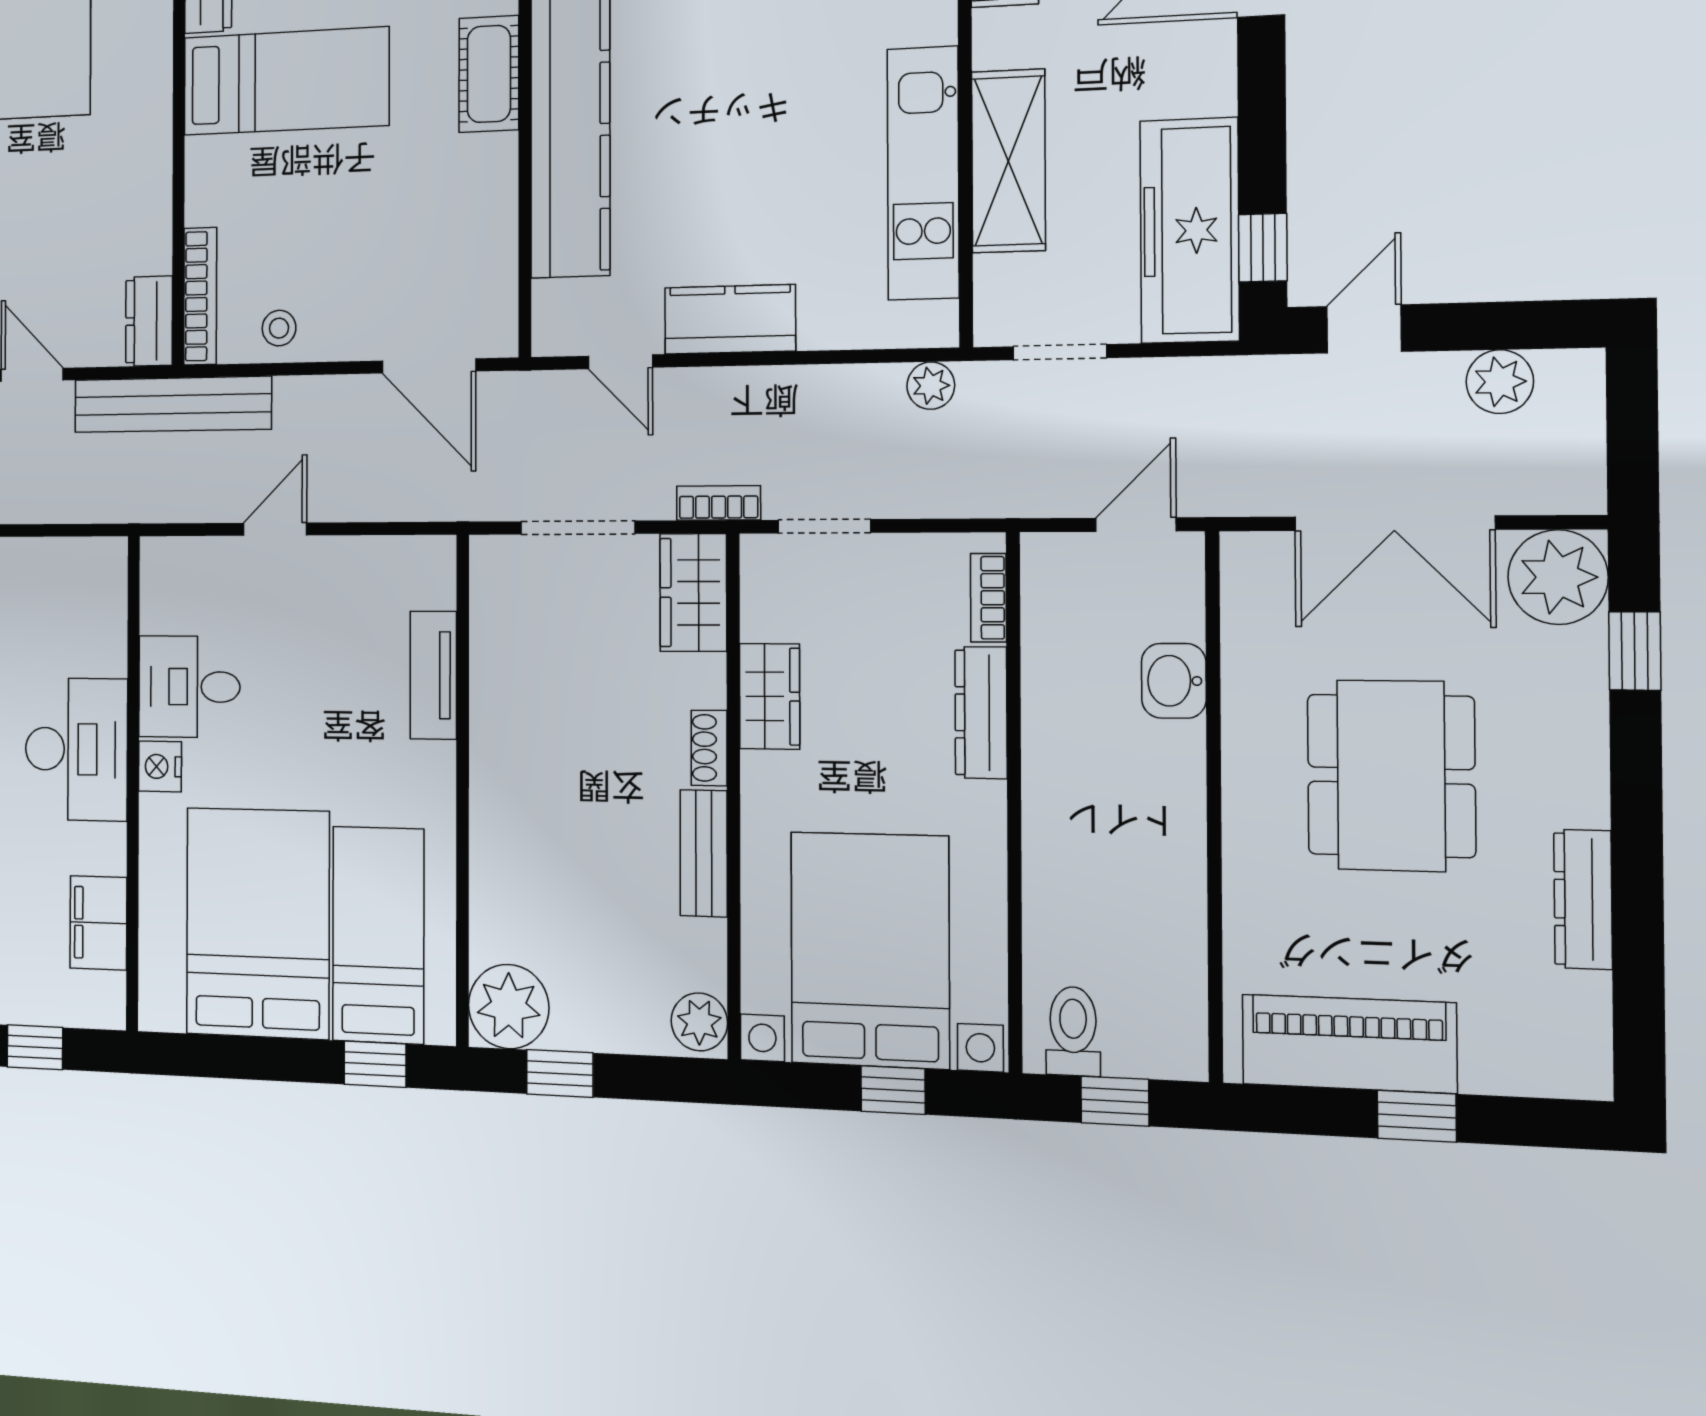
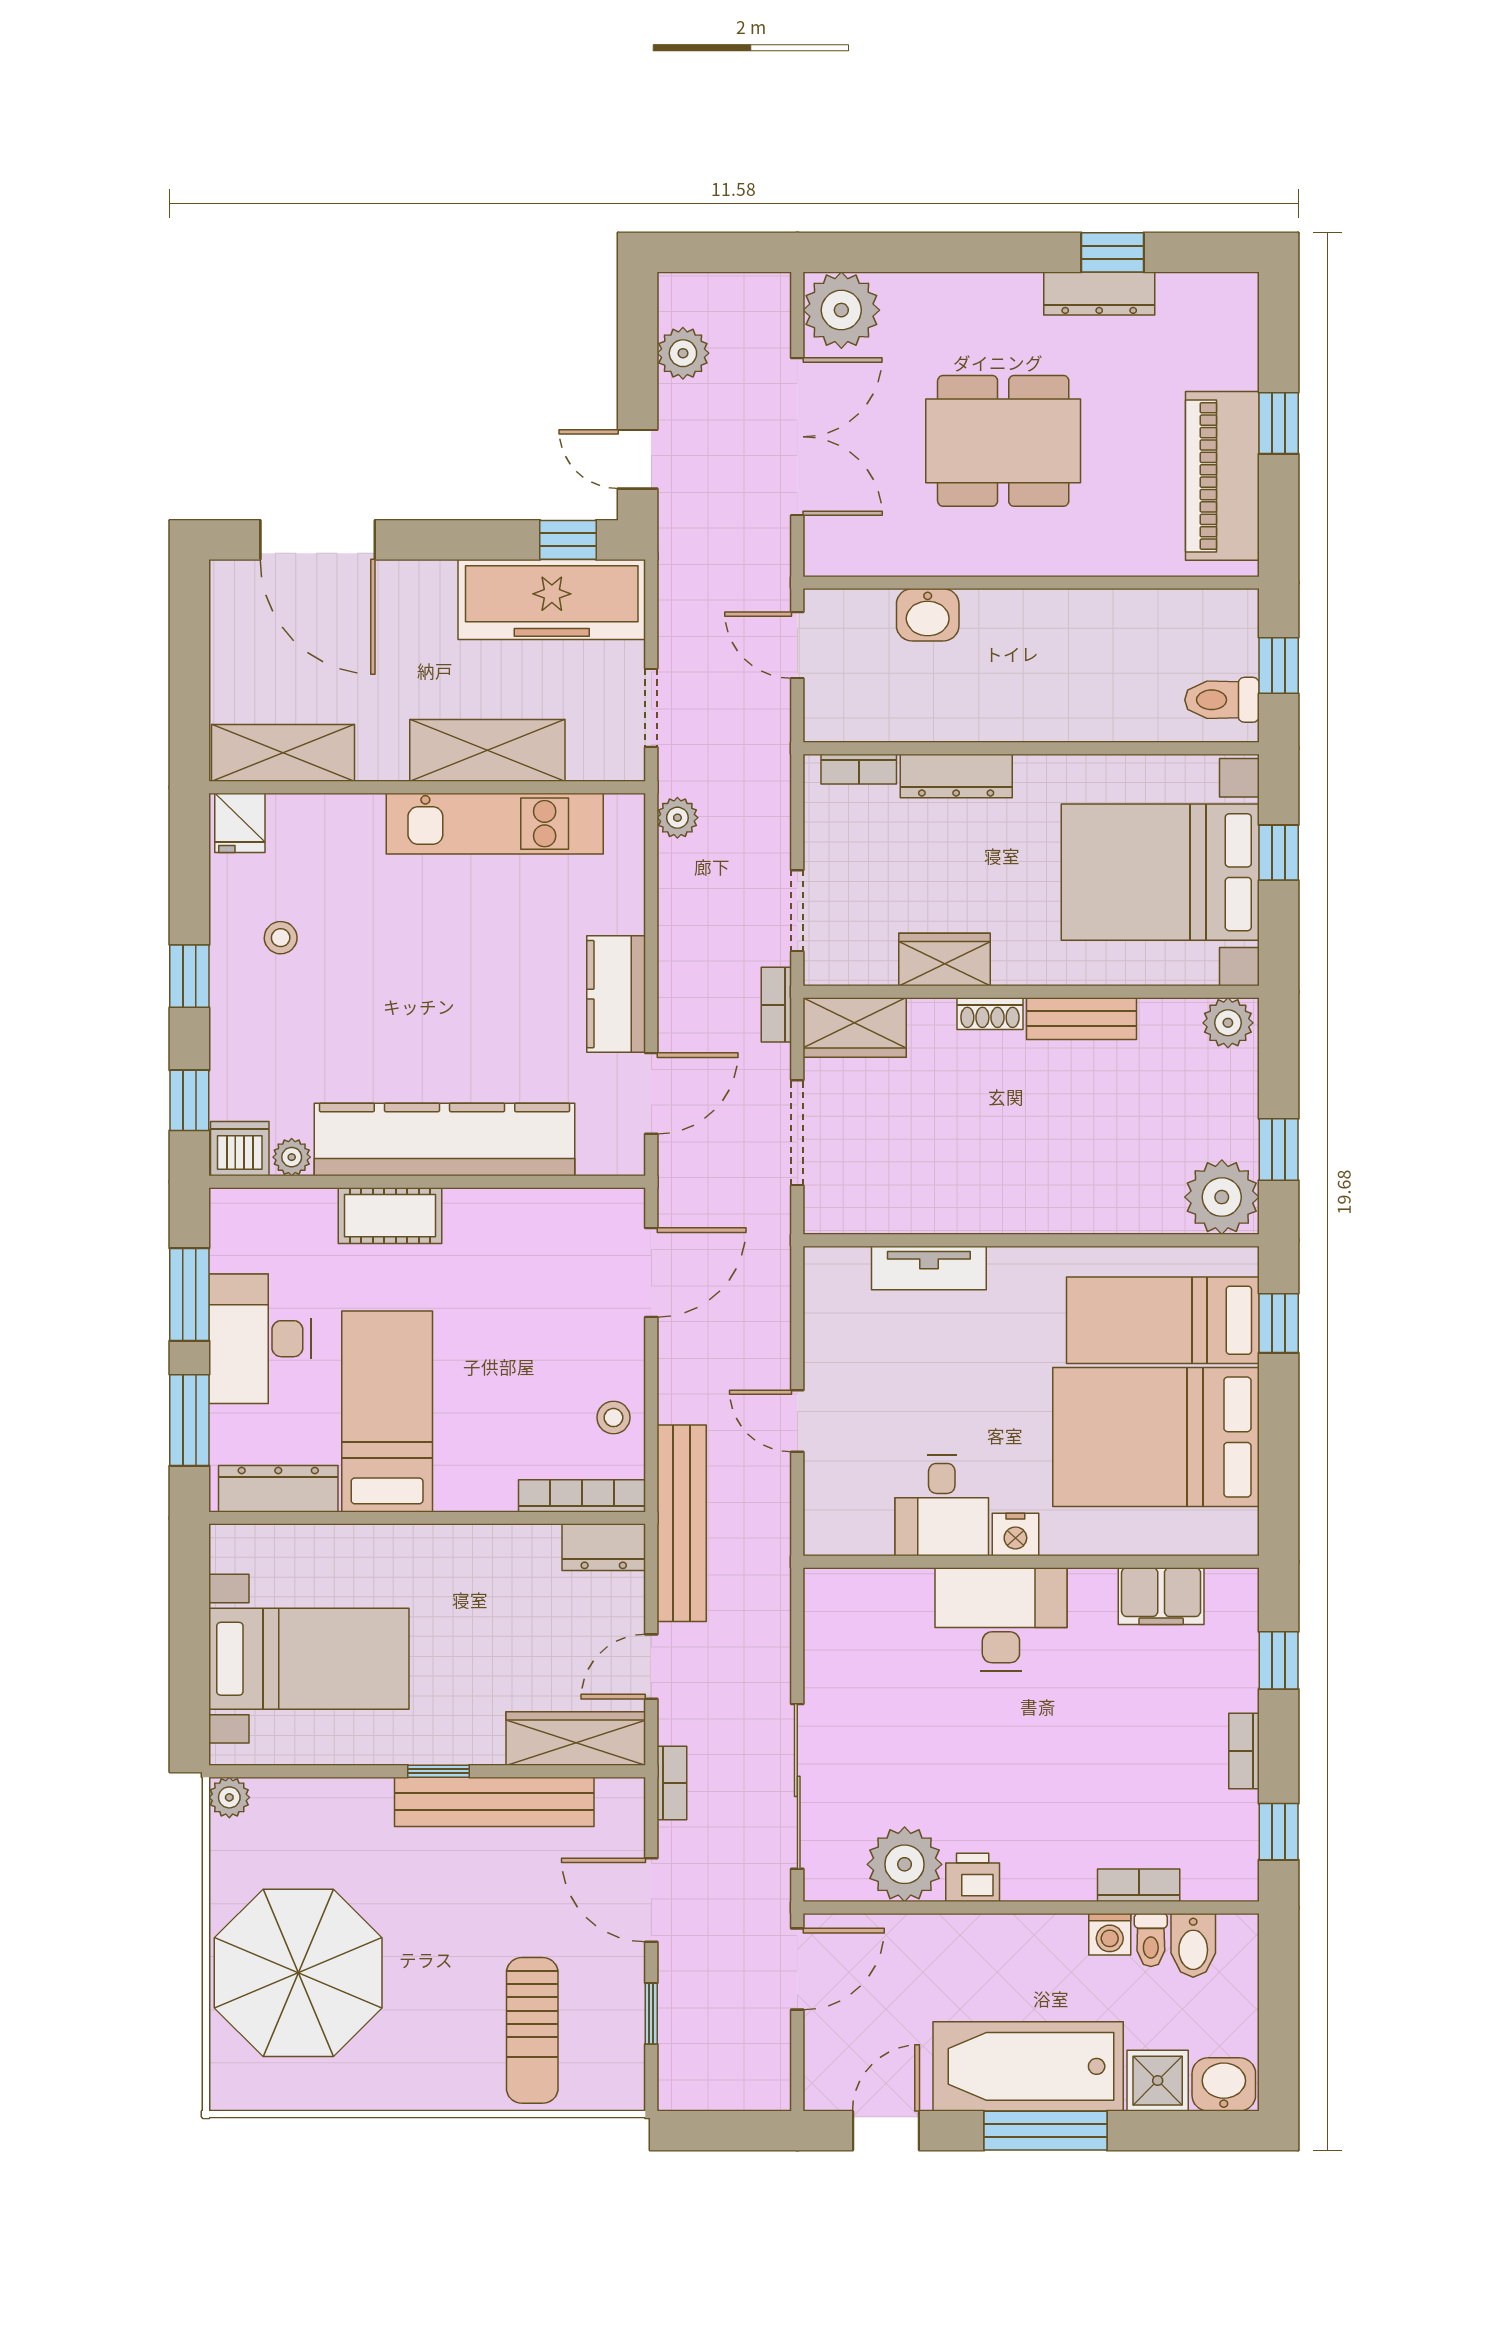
door: (620, 362) -> (651, 1093), width x1.38
window: (1635, 651) -> (1113, 252), moved

